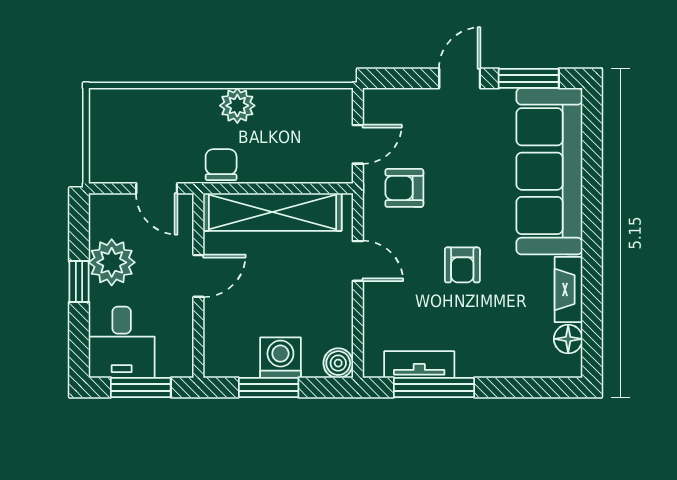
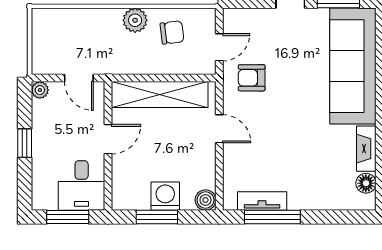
chair: (221, 165) -> (172, 32), moved, turned 83
plant: (112, 262) -> (40, 90), moved, width x0.53, depth x0.53
armchair: (462, 265) -> (292, 132), removed
desk: (122, 342) -> (82, 185), moved

